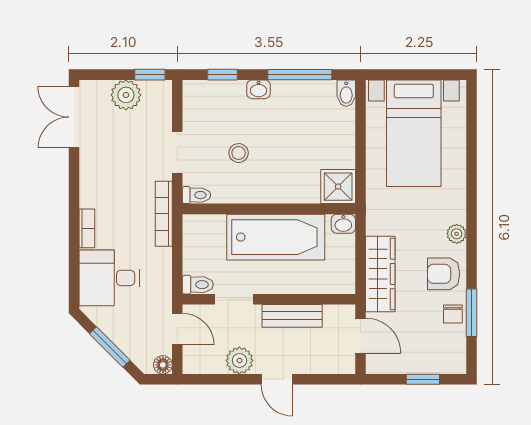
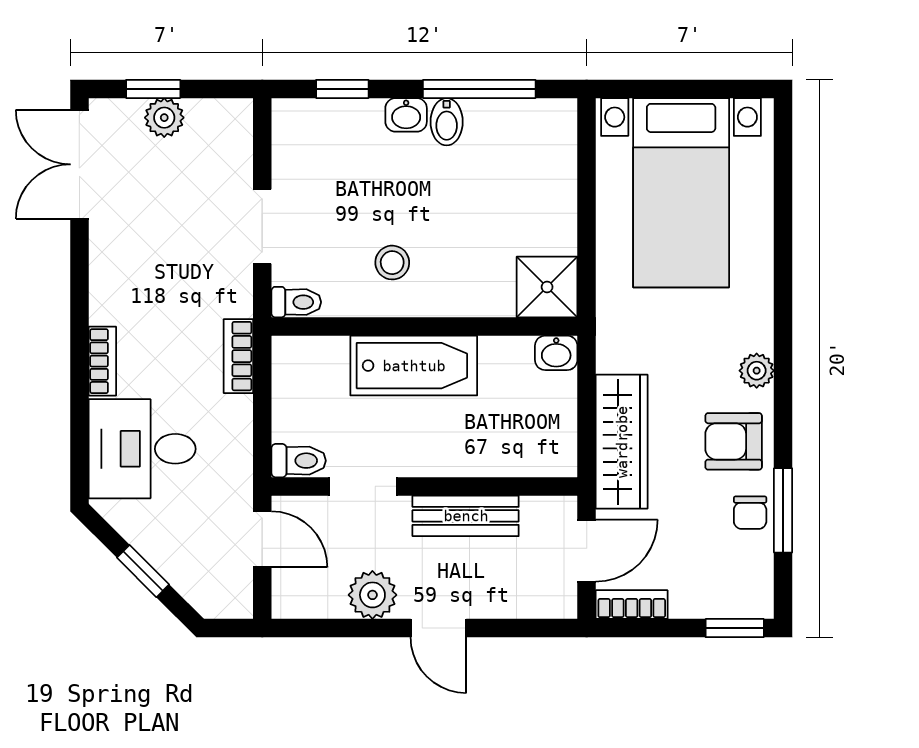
window: (150, 75) -> (153, 89), moved
bidet: (346, 93) -> (447, 122), moved
plant: (126, 95) -> (164, 118), width x0.73, depth x0.73
stool: (239, 153) -> (392, 263), moved
bookcase: (164, 214) -> (238, 356), width x0.64
bathtub: (276, 237) -> (414, 366), width x0.73, depth x0.73
door: (360, 336) -> (587, 551), hinge flipped
window: (110, 347) -> (143, 571), width x0.67
floor lamp: (163, 365) -> (237, 603), removed
bookcase: (386, 366) -> (632, 605), added
window: (423, 379) -> (735, 628), moved

